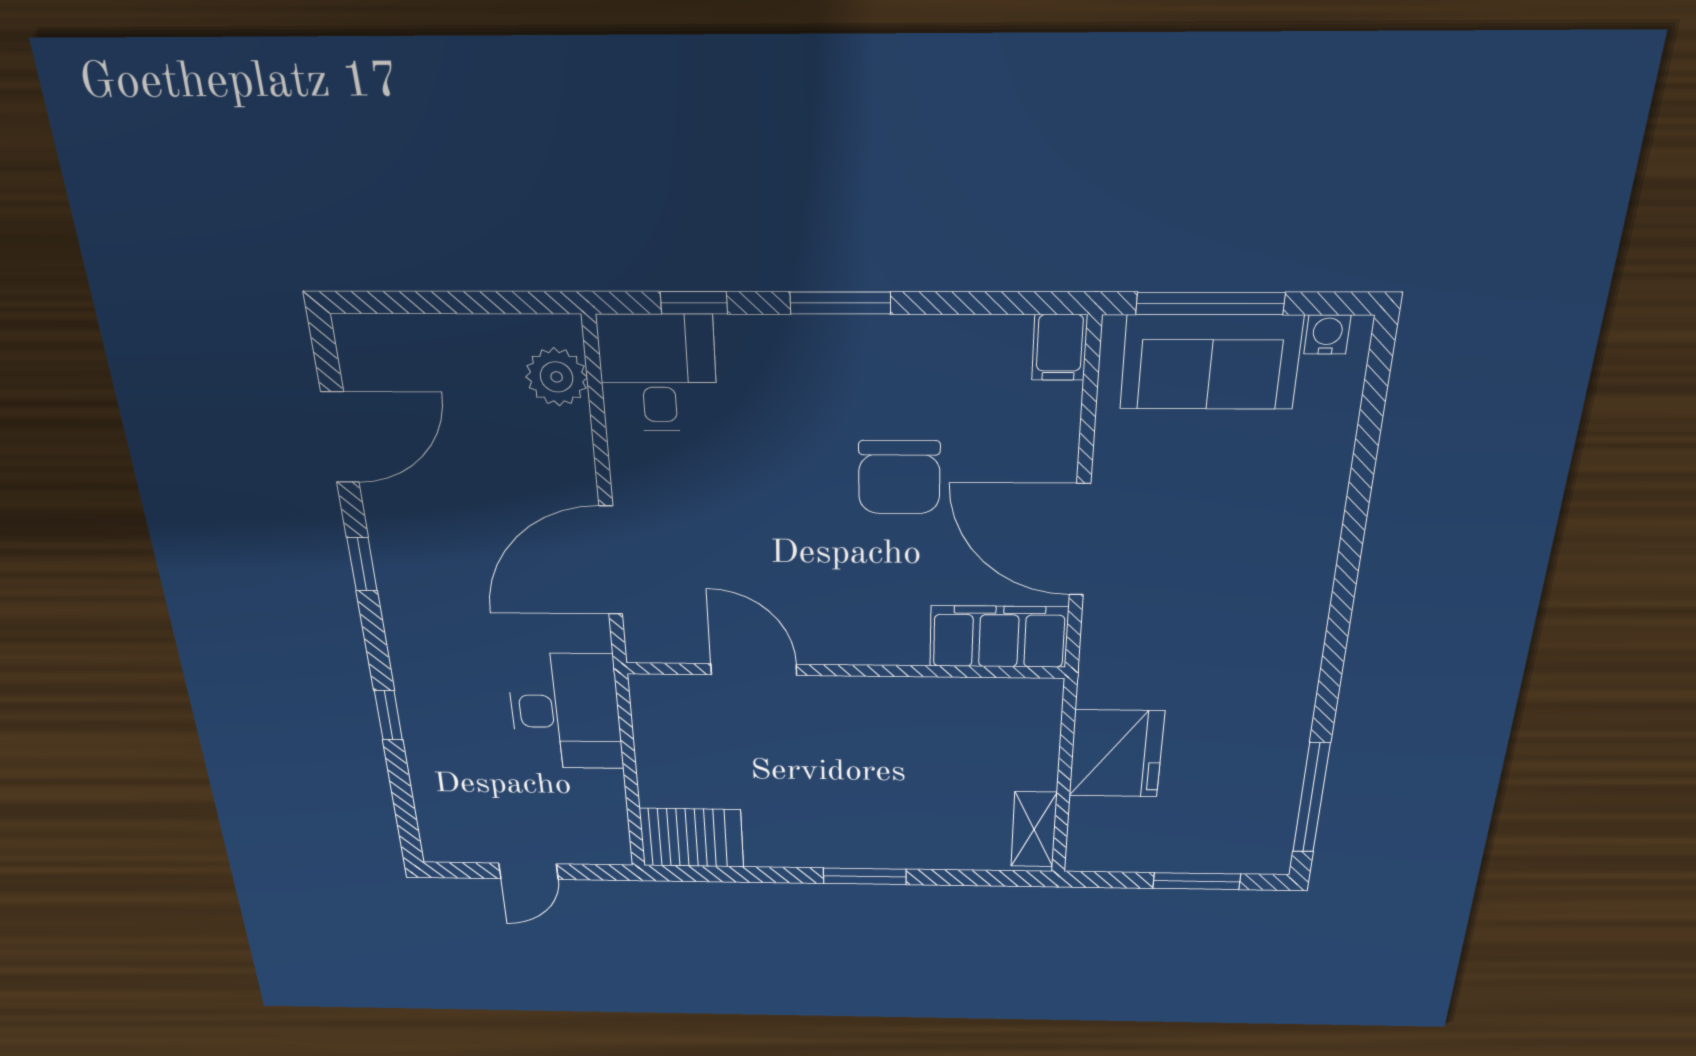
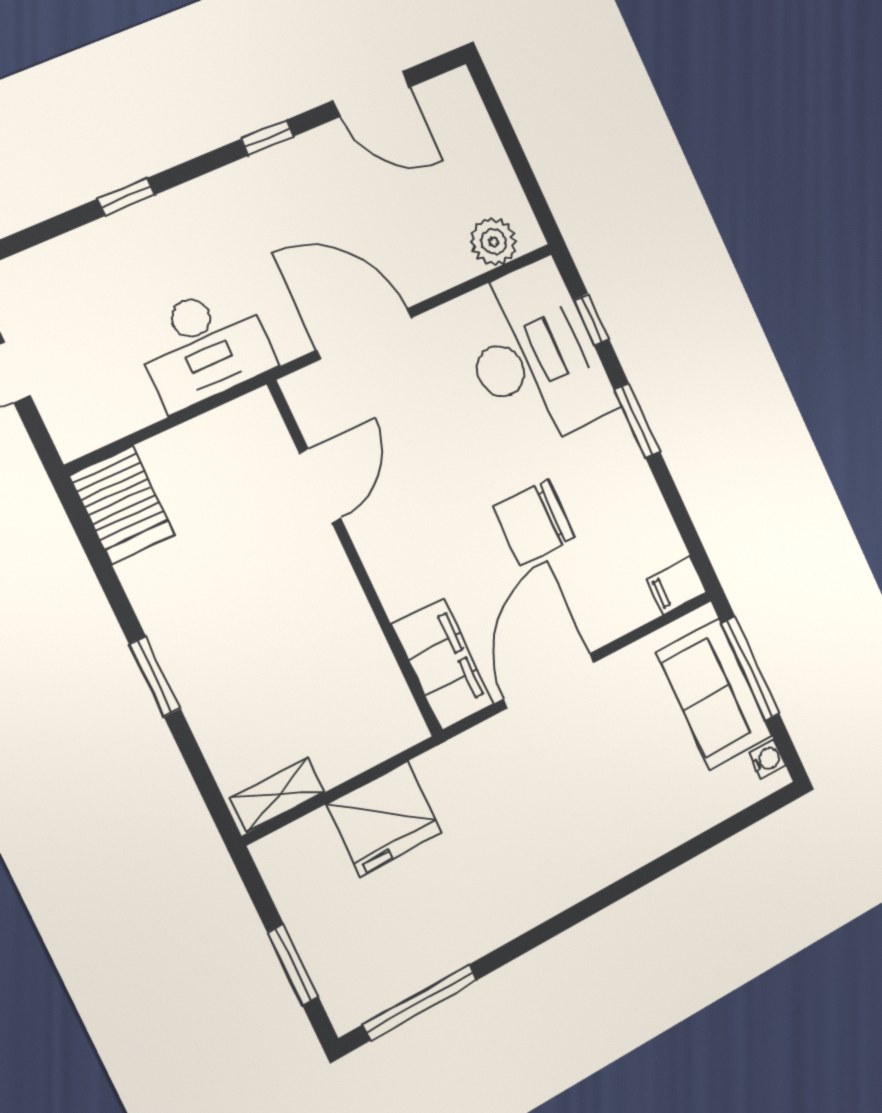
desk: (658, 373) -> (534, 355), width x1.87, depth x1.30

